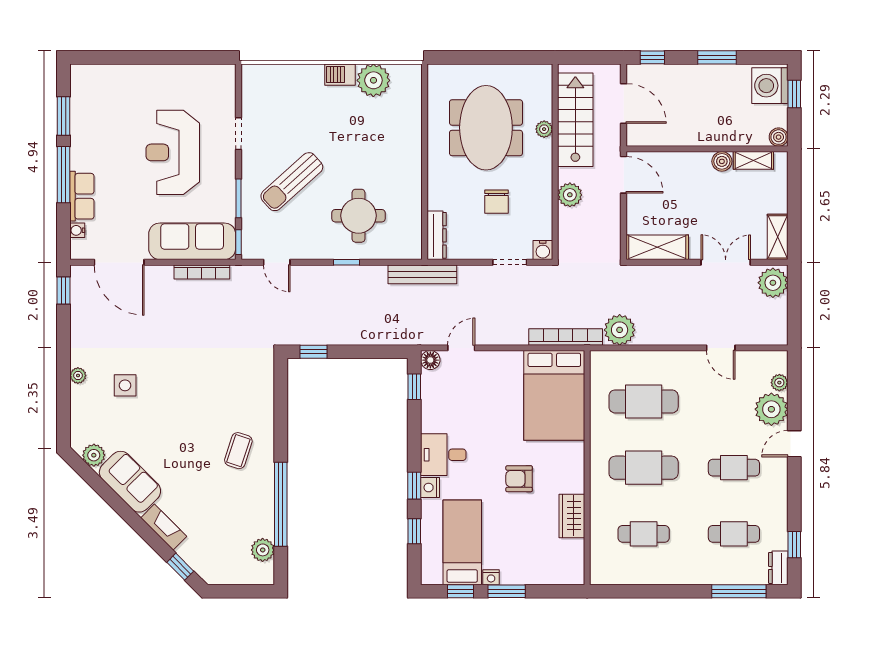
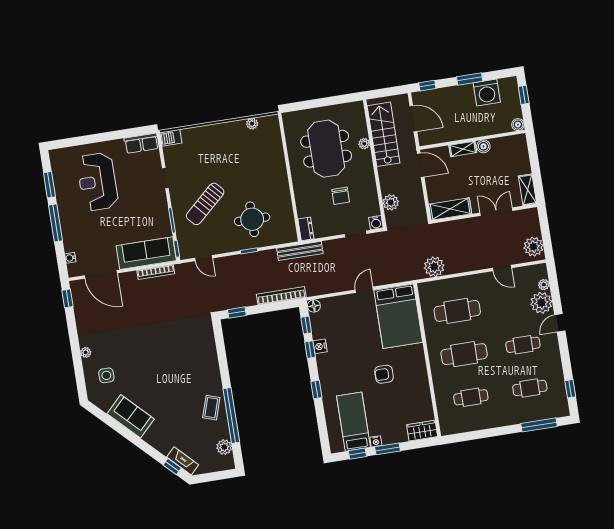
barbecue: (340, 75) -> (171, 138), moved
plant: (373, 80) -> (252, 124), width x0.53, depth x0.53
washing machine: (770, 86) -> (487, 93), moved, turned -90
reception desk: (173, 152) -> (97, 182), moved
shelving: (753, 160) -> (463, 149), moved
plant: (570, 195) -> (391, 202), moved
row of seats: (82, 196) -> (141, 143), moved, turned 90
dresser: (437, 235) -> (306, 229), width x0.70
plant: (773, 283) -> (533, 247), moved
bookcase: (566, 337) -> (281, 296), moved
door: (461, 348) -> (364, 290), moved
side table: (125, 385) -> (106, 375), moved
coffee table: (238, 451) -> (211, 408), moved
plant: (94, 455) -> (104, 403), removed
desk: (443, 455) -> (332, 366), removed
nightstand: (430, 488) -> (320, 346), moved
wardrobe: (572, 516) -> (422, 431), moved, turned 90
fireplace: (164, 527) -> (183, 461), moved
window: (414, 531) -> (310, 350), moved
dresser: (778, 568) -> (562, 406), removed

